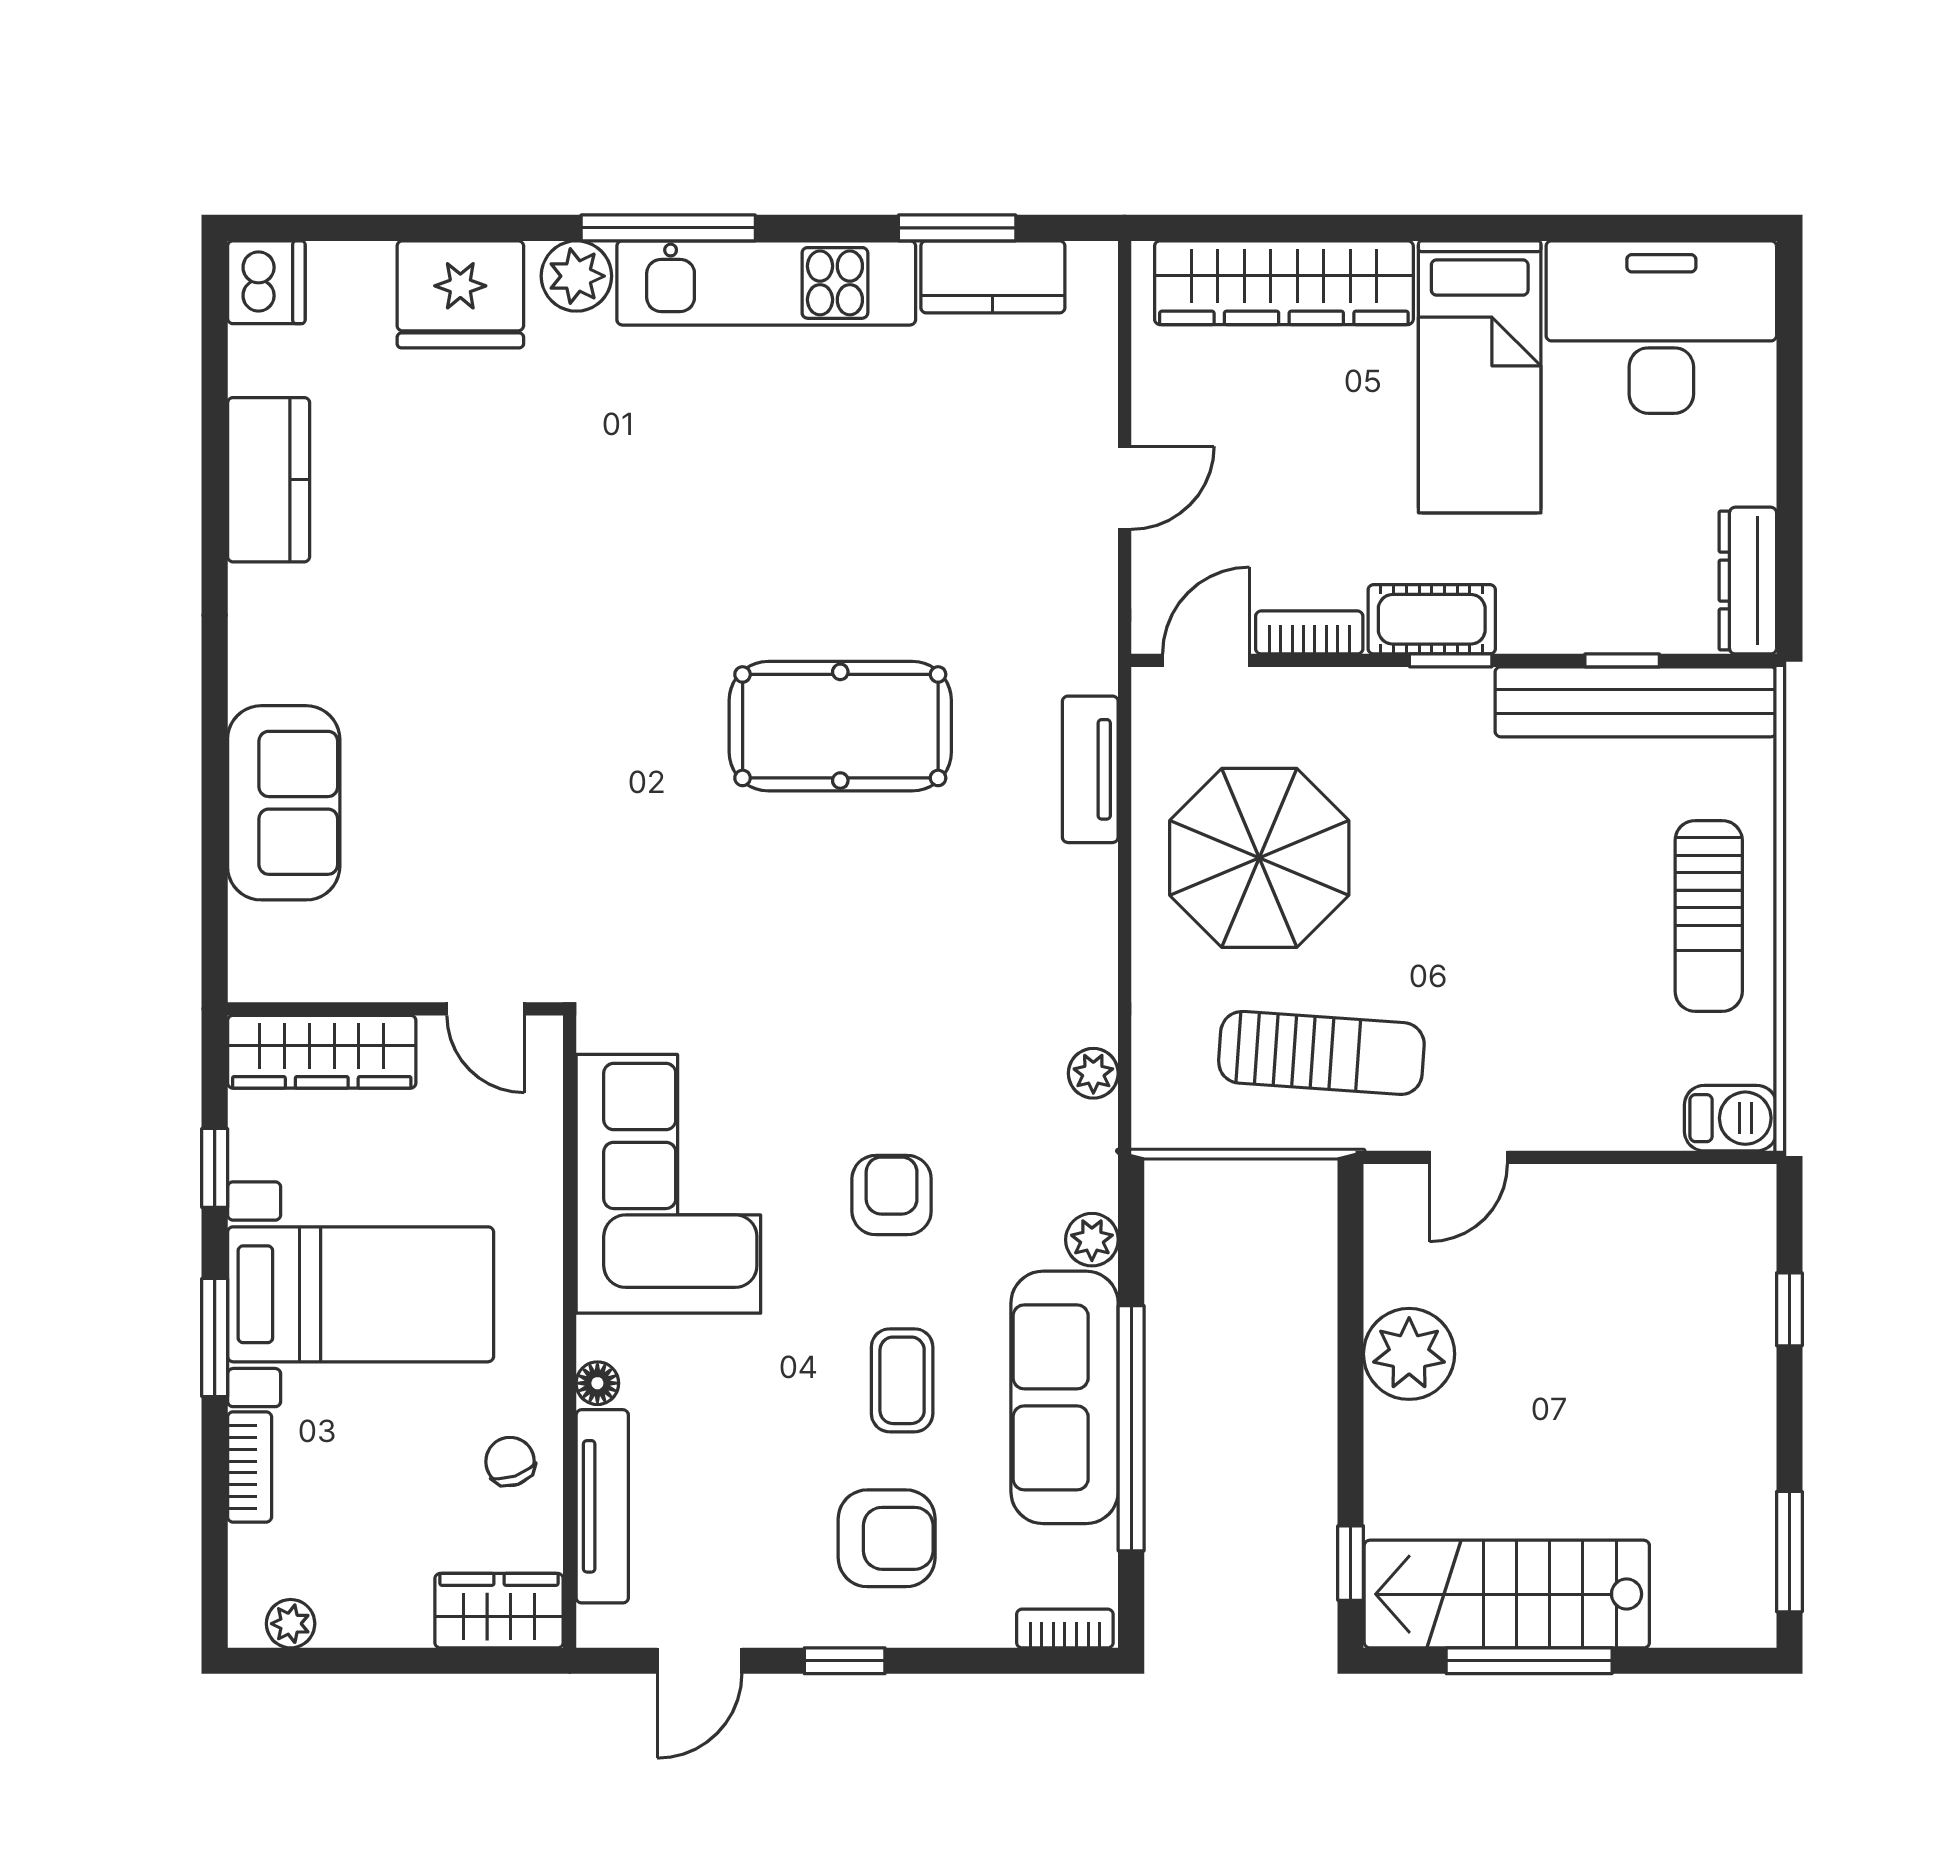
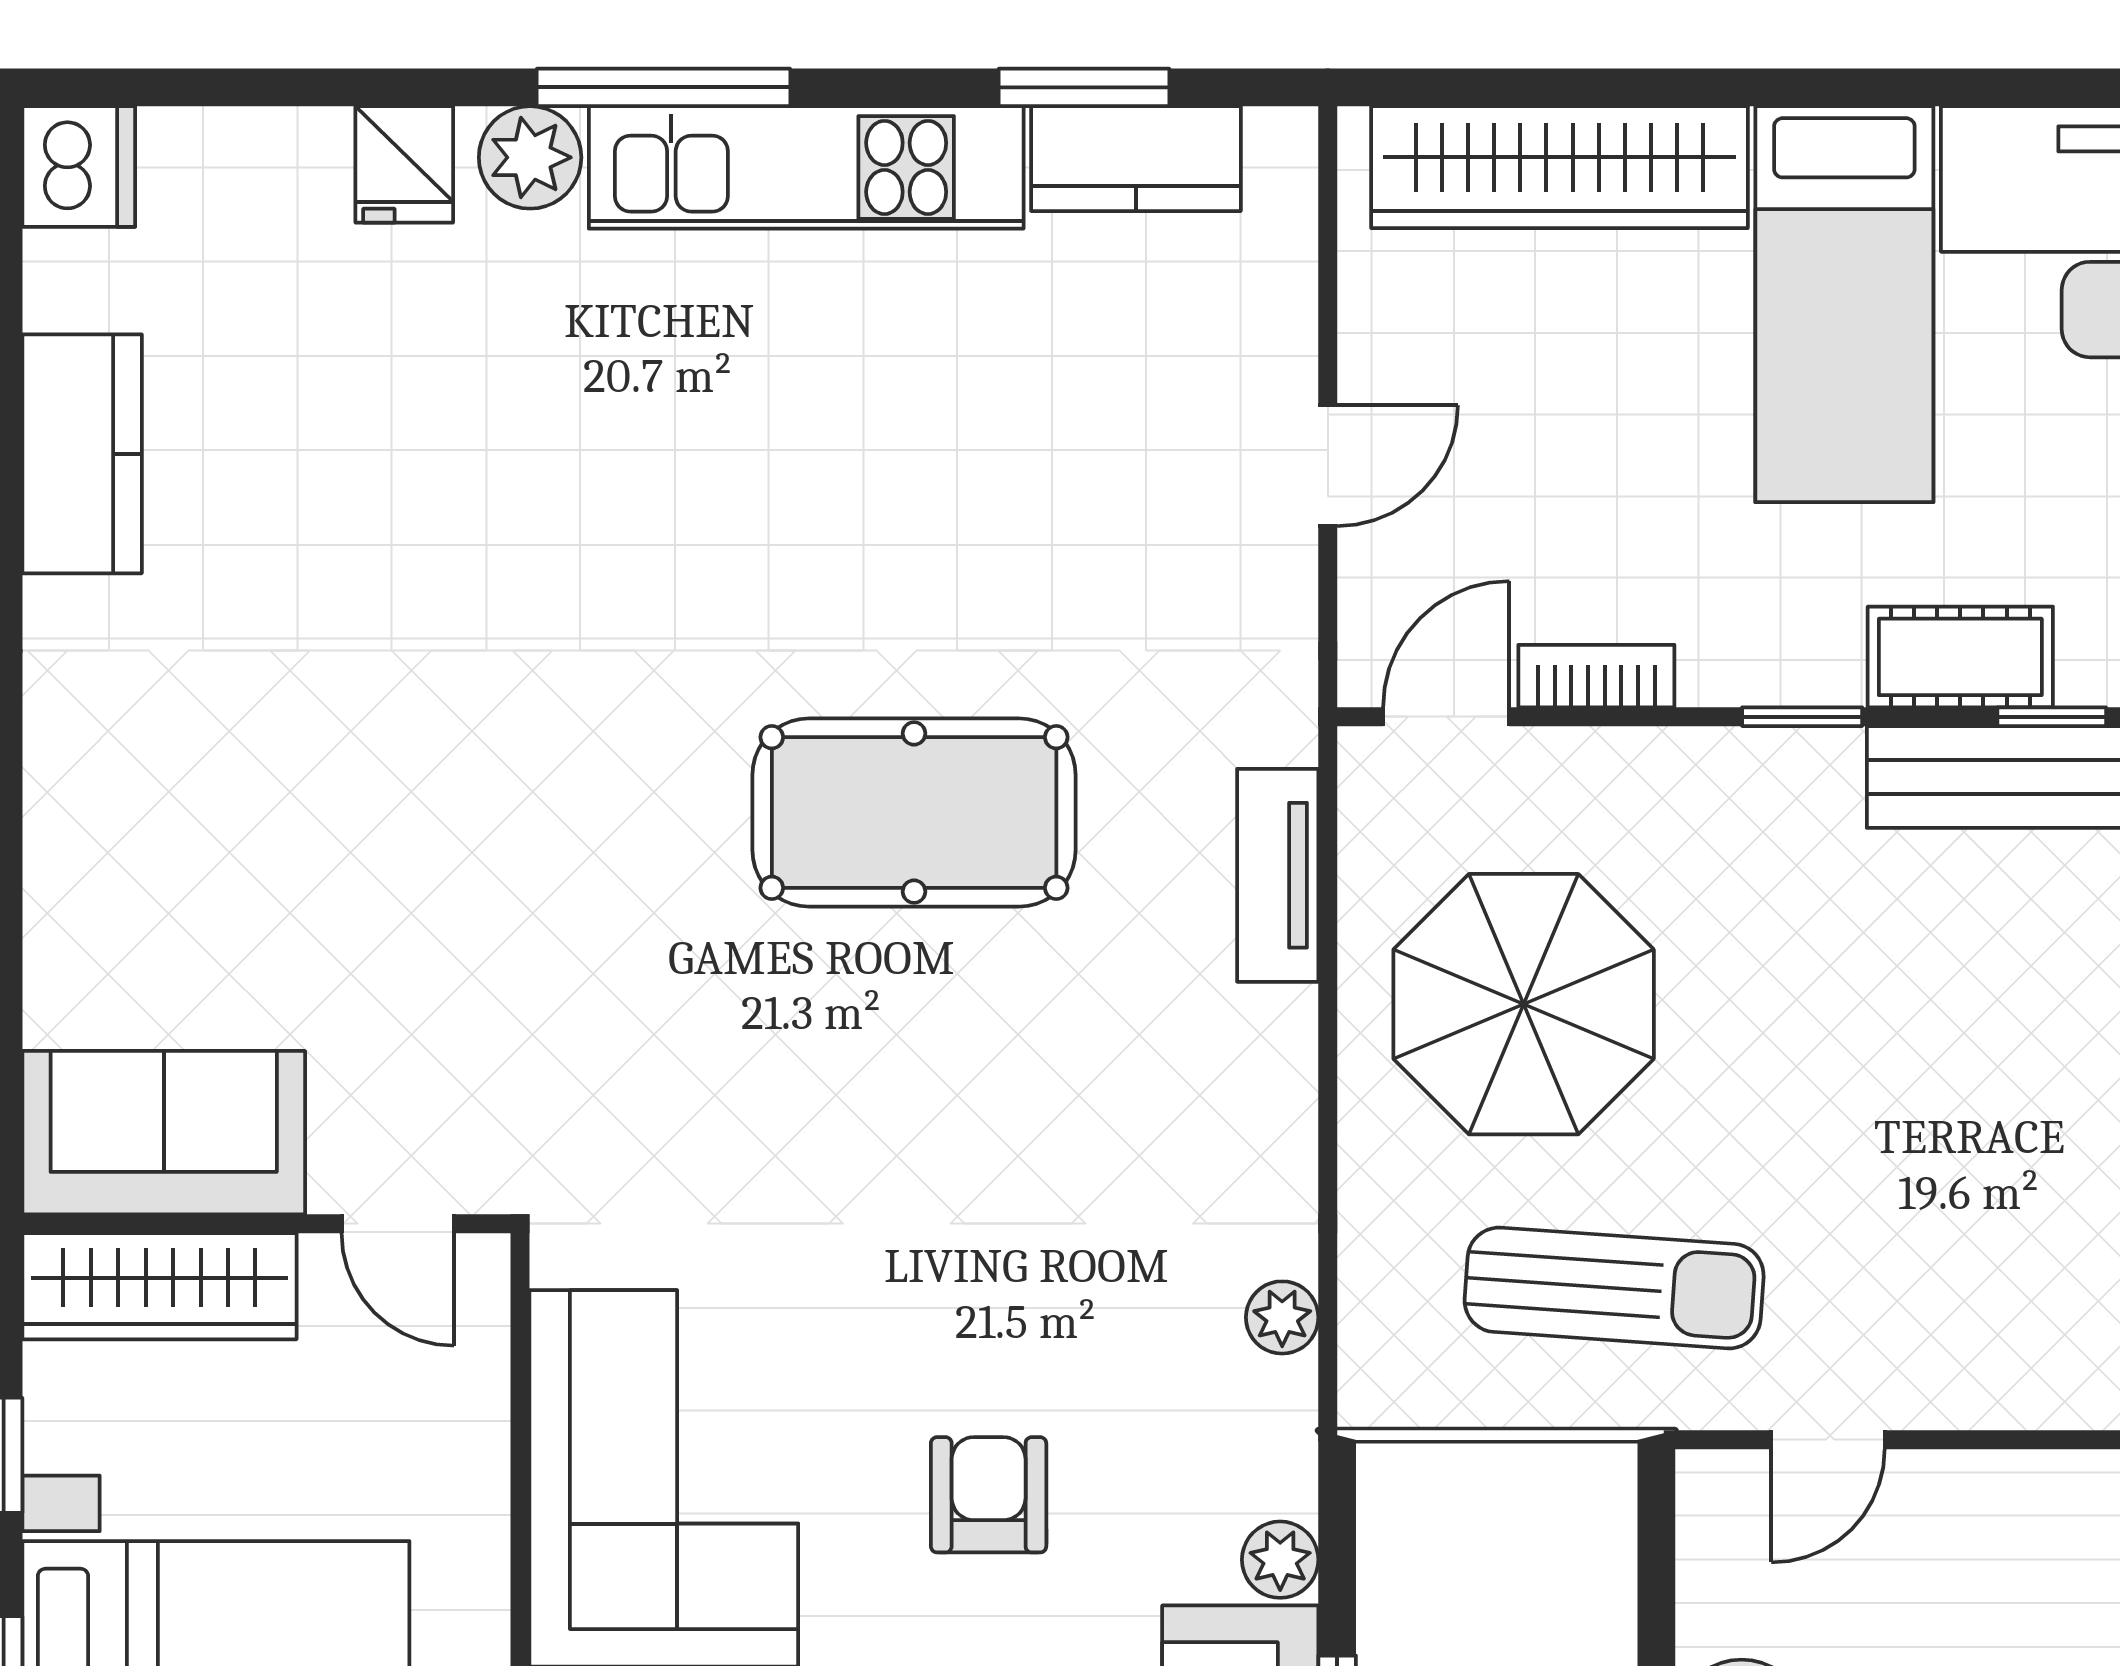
fridge: (460, 294) -> (404, 164), width x0.53, depth x0.75
cot: (1432, 619) -> (1960, 657), moved
sofa: (284, 803) -> (164, 1133), moved, turned -90

